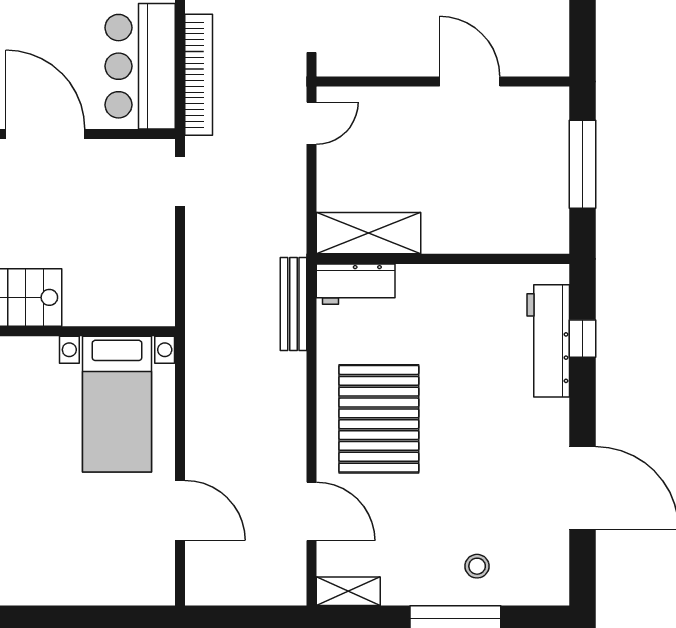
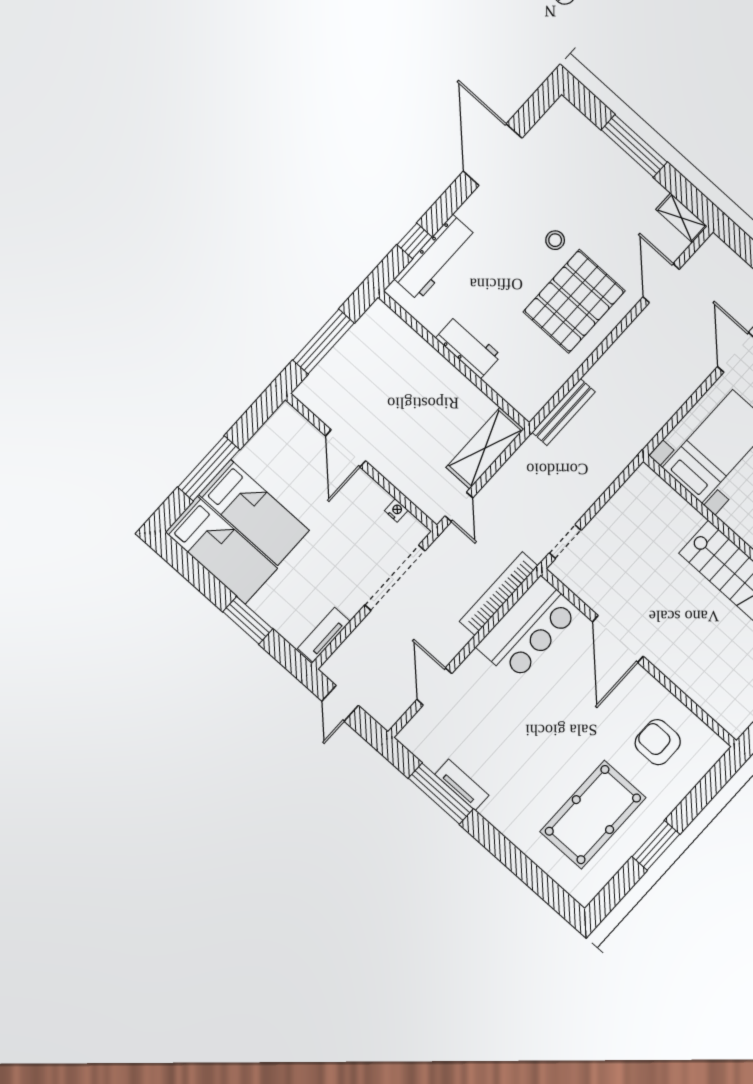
nightstand: (368, 66) -> (396, 510), added
door: (311, 123) -> (459, 507), swing flipped
shelving: (368, 233) -> (485, 448), moved, turned 90
workbench: (356, 284) -> (468, 347), moved
stool: (477, 566) -> (555, 240), moved

